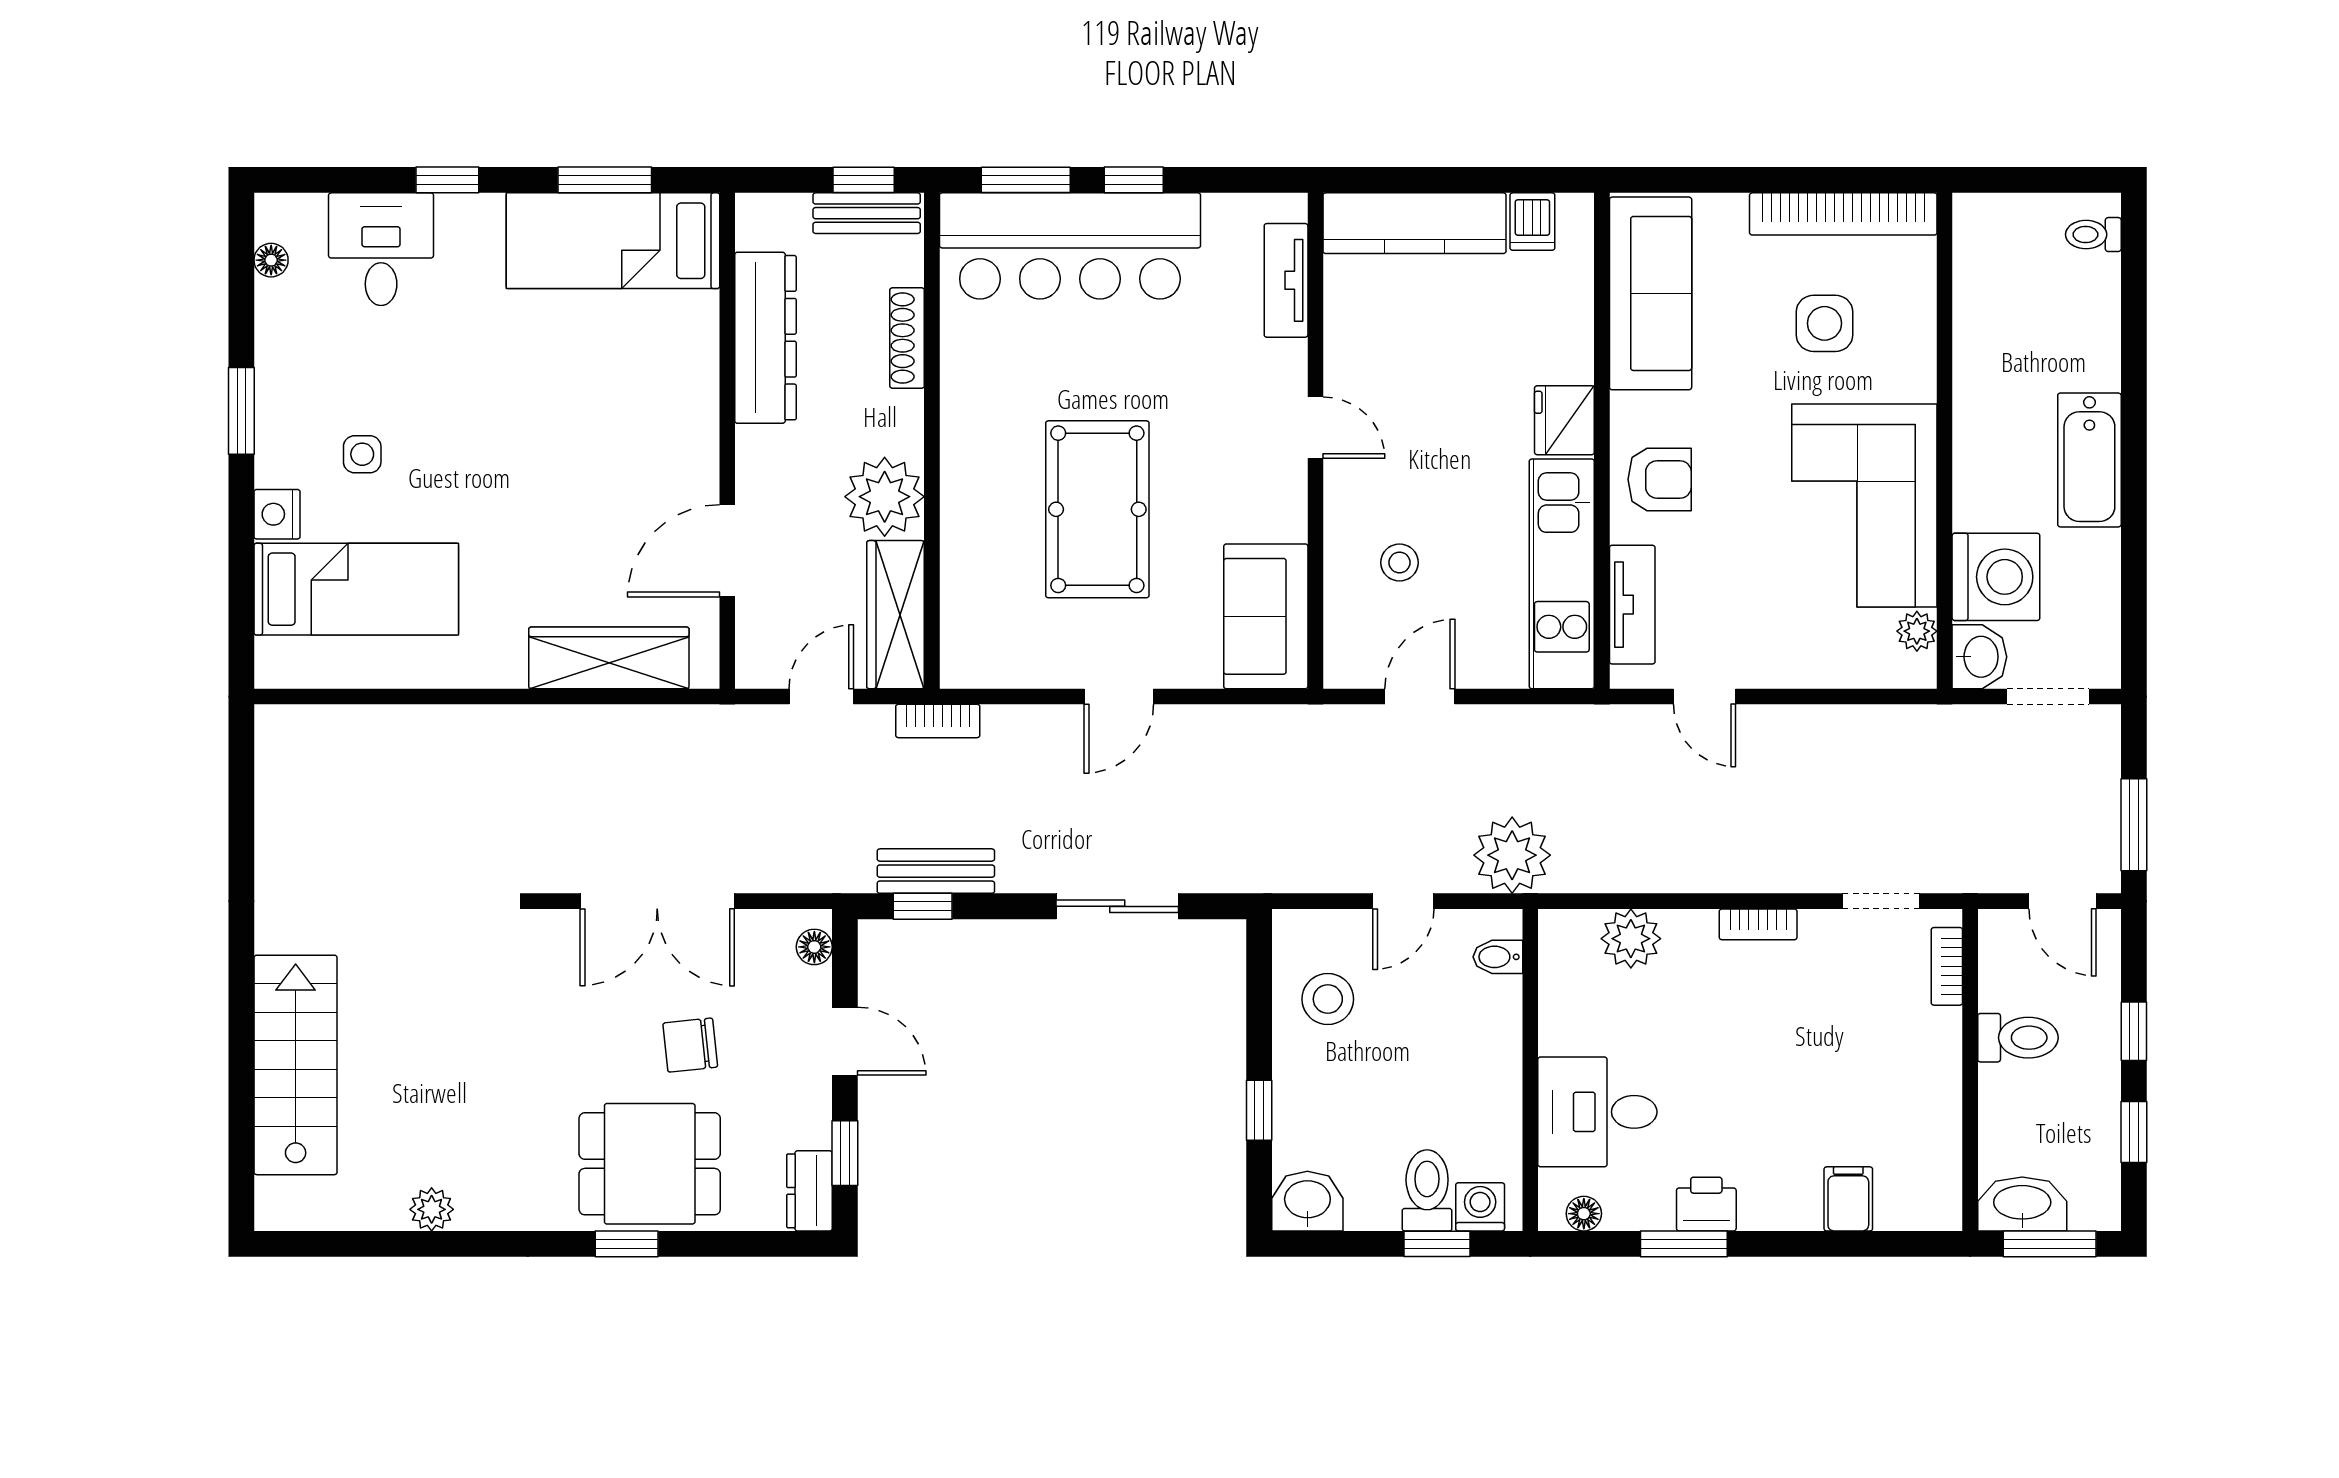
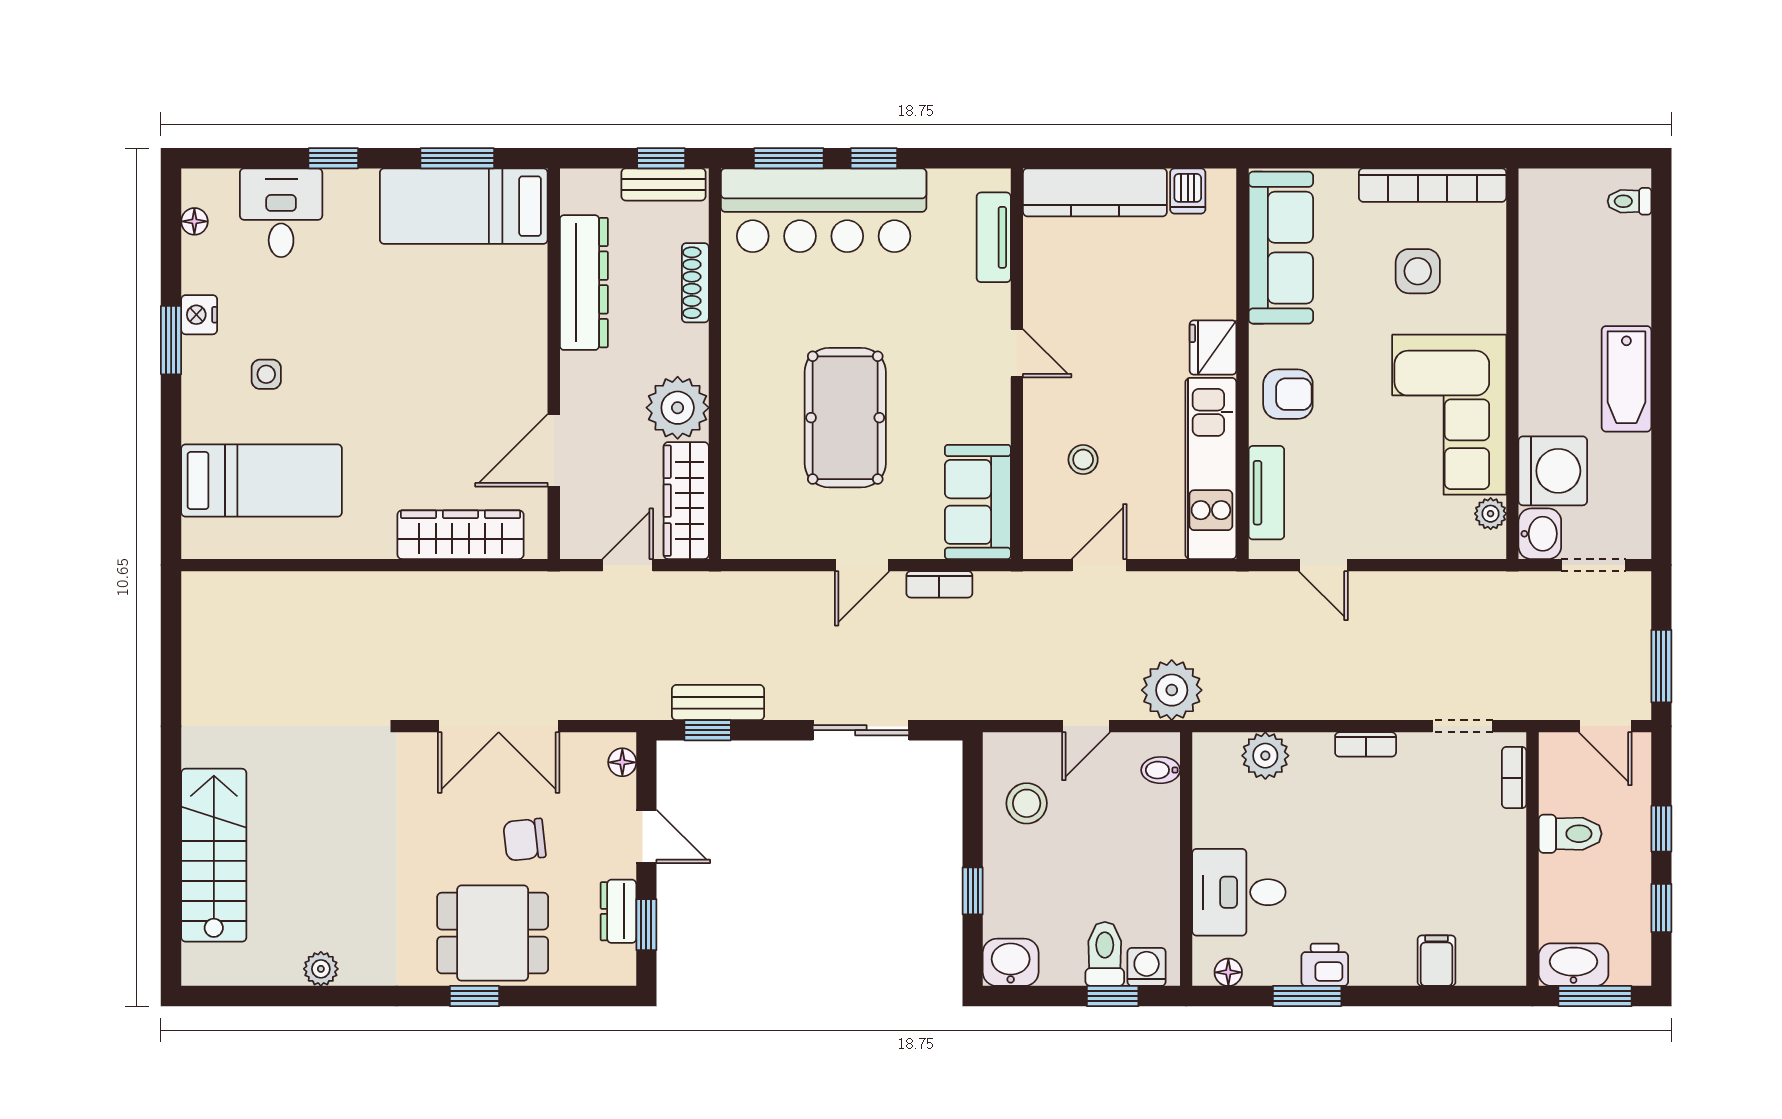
nightstand: (277, 514) -> (199, 315), moved
bookcase: (938, 721) -> (939, 584), moved
dresser: (809, 1191) -> (618, 911), moved

